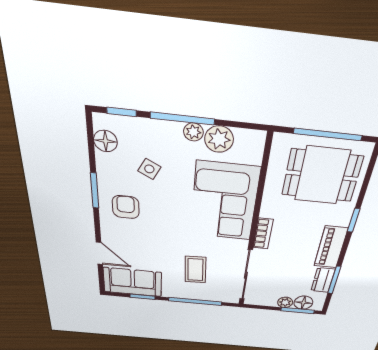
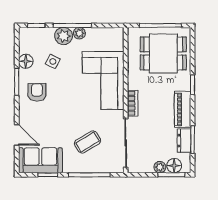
plant: (219, 139) -> (63, 36), moved
floor lamp: (105, 141) -> (26, 61), moved
coffee table: (195, 270) -> (87, 142), turned 62

